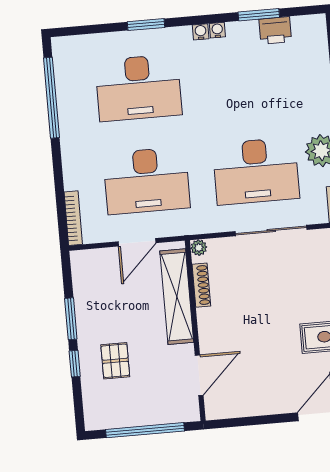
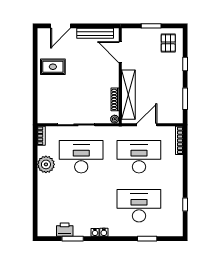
window: (146, 25) -> (147, 239), moved
window: (51, 98) -> (185, 204), width x0.32
window: (71, 319) -> (185, 99), moved
pallet: (115, 361) -> (168, 43), moved
door: (199, 375) -> (120, 52), hinge flipped
bench: (250, 407) -> (95, 33), added
window: (145, 430) -> (151, 26), width x0.47

